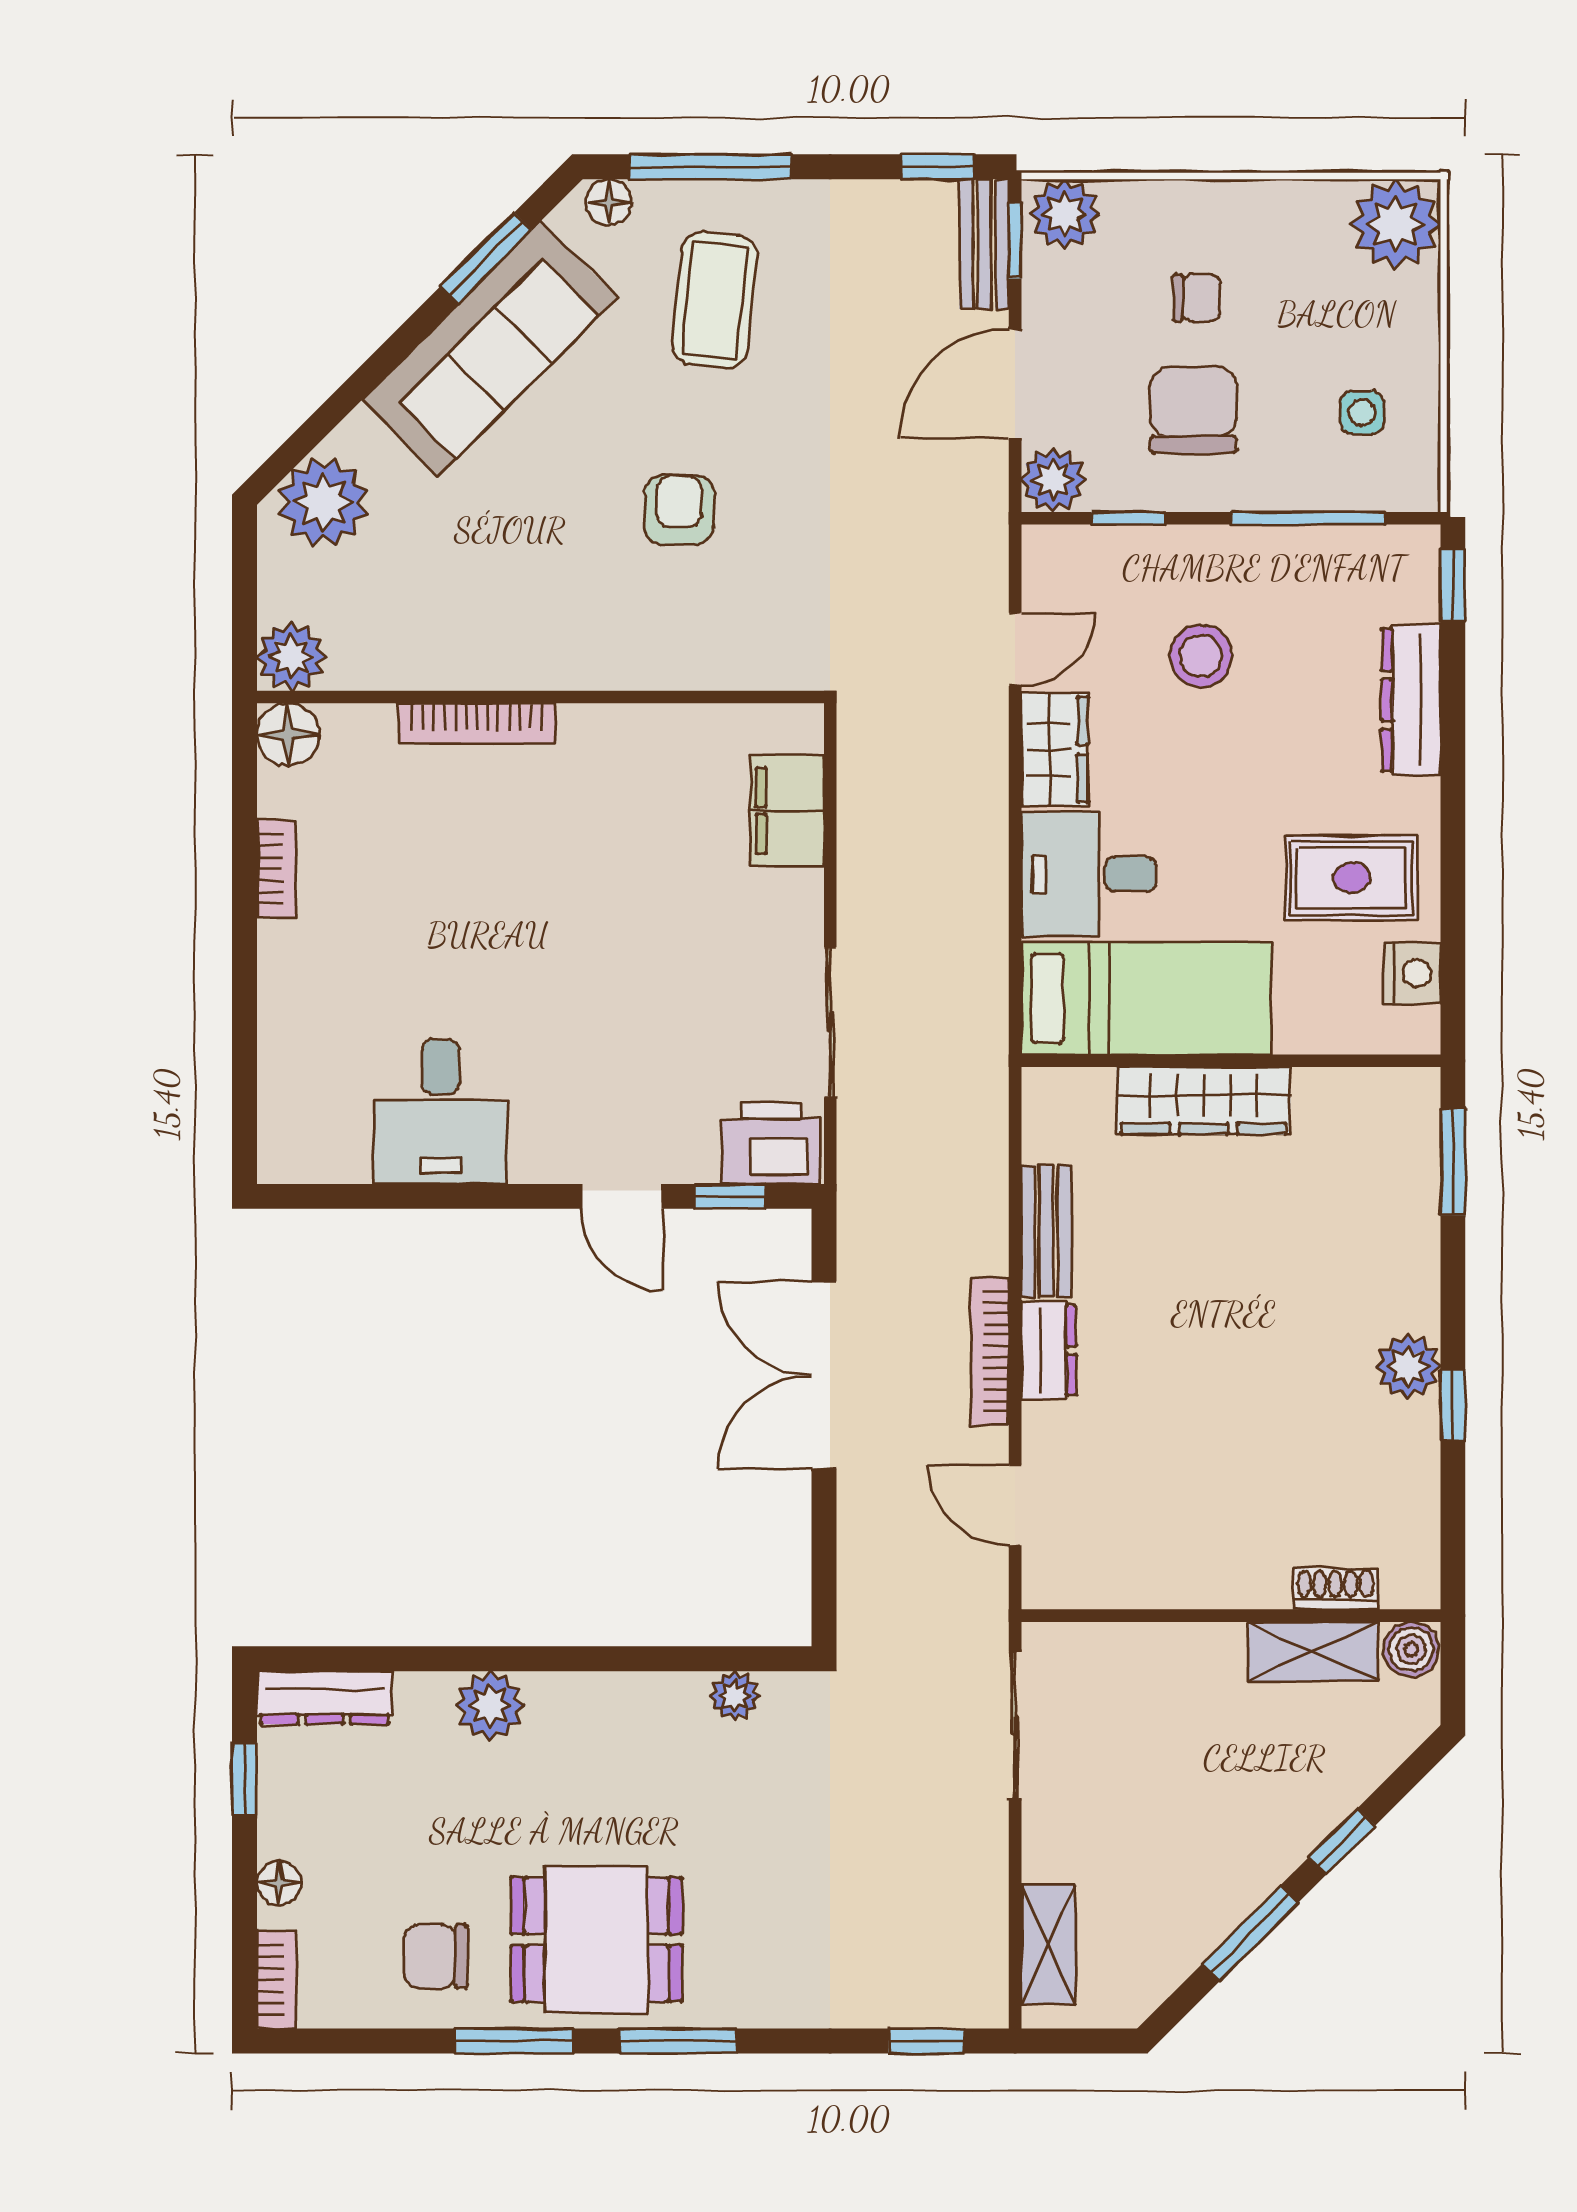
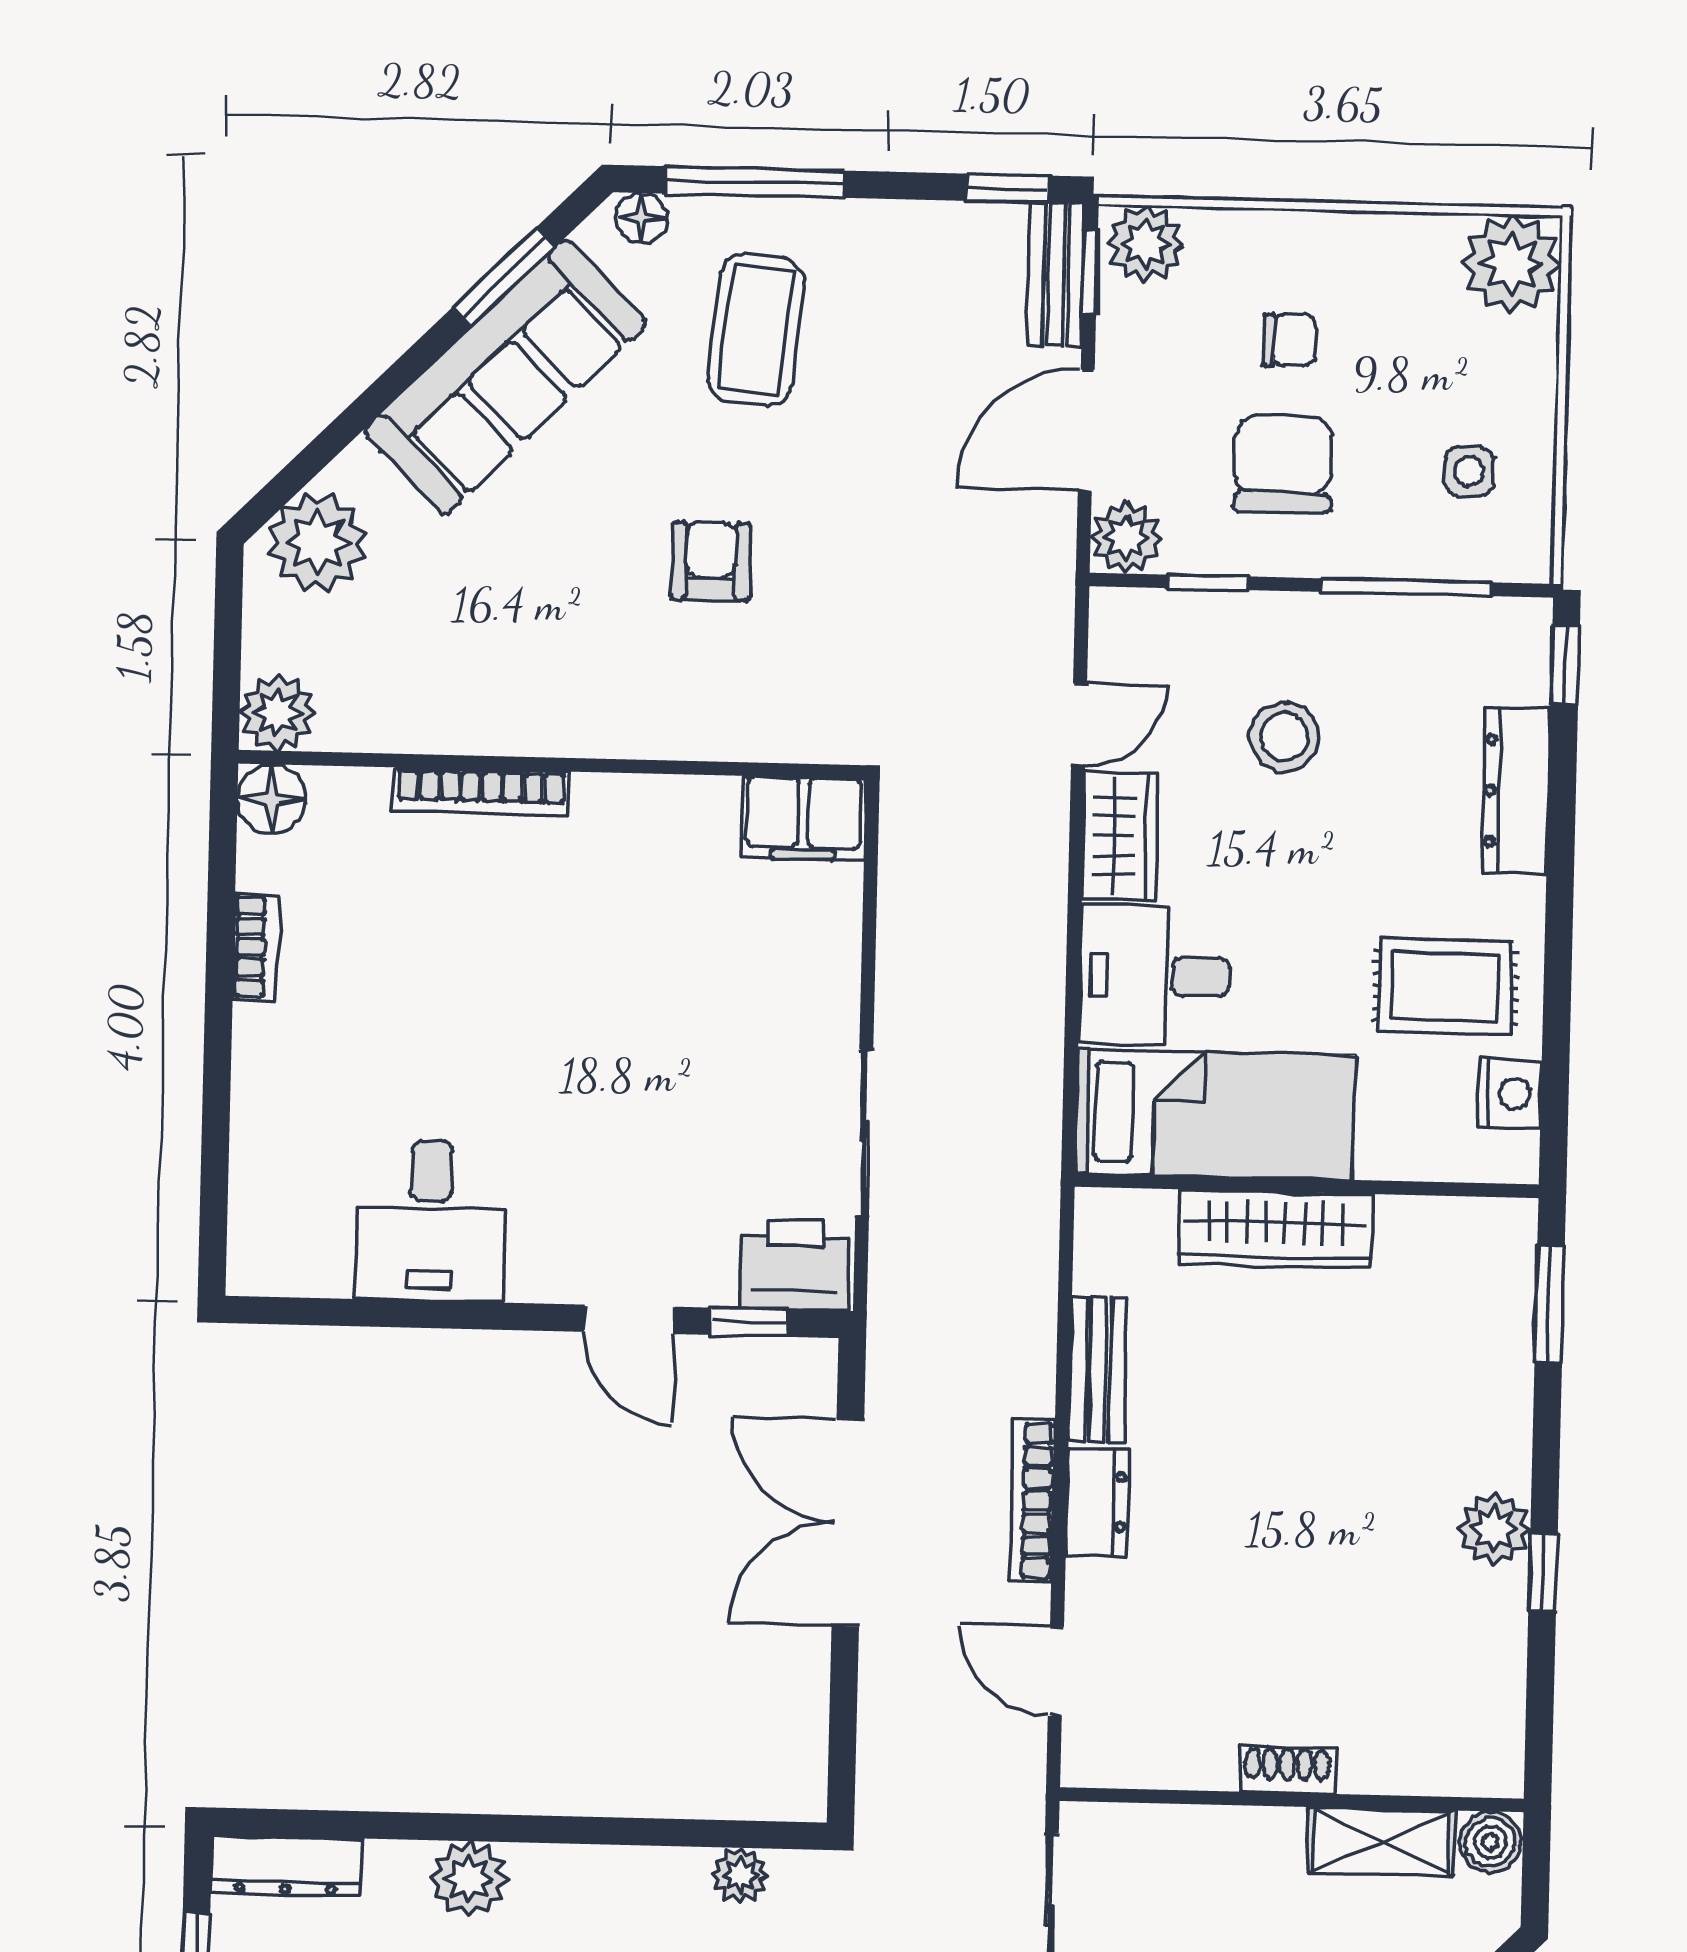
filing cabinet: (787, 811) -> (803, 818), moved, turned -90
shoe rack: (1335, 1589) -> (1287, 1770), moved

